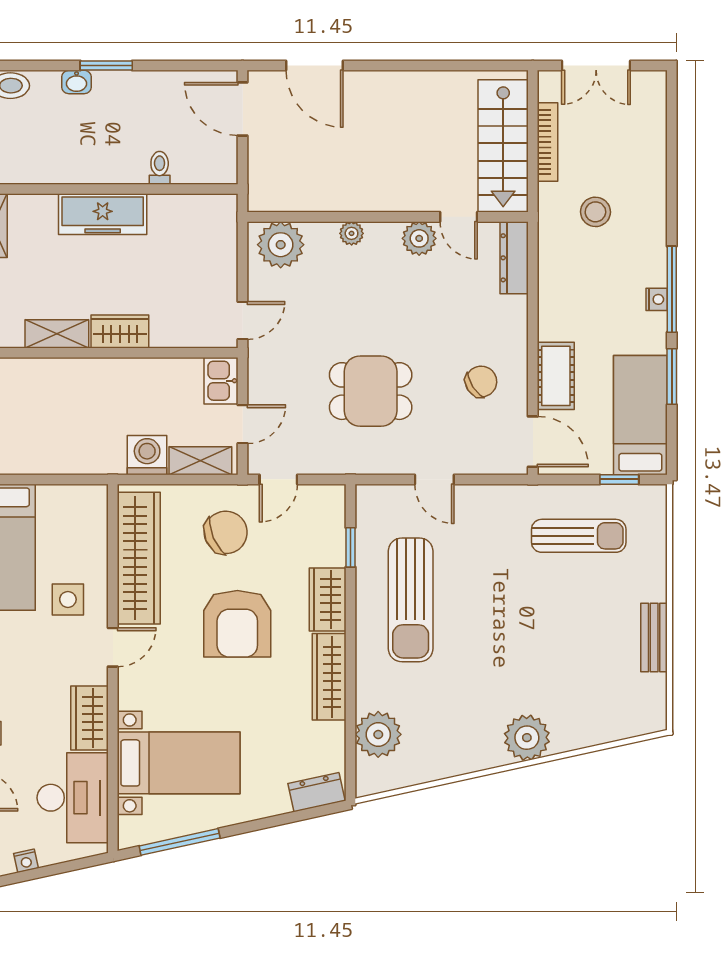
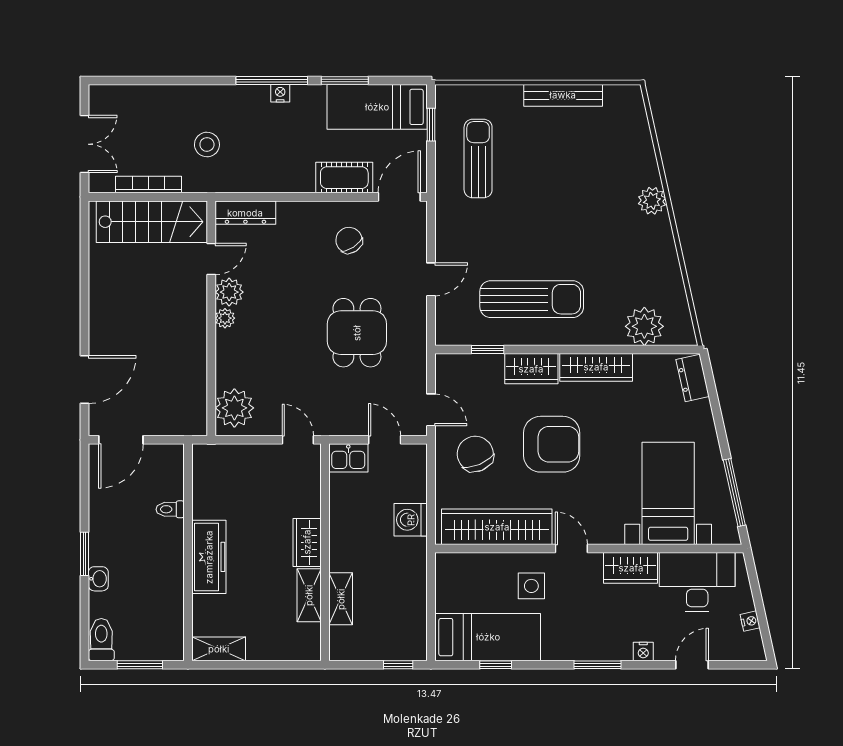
plant: (352, 233) -> (225, 318), moved
shelving: (200, 461) -> (341, 599), moved
bench: (654, 638) -> (563, 95), width x1.36
plant: (527, 738) -> (652, 201), width x0.73, depth x0.73

